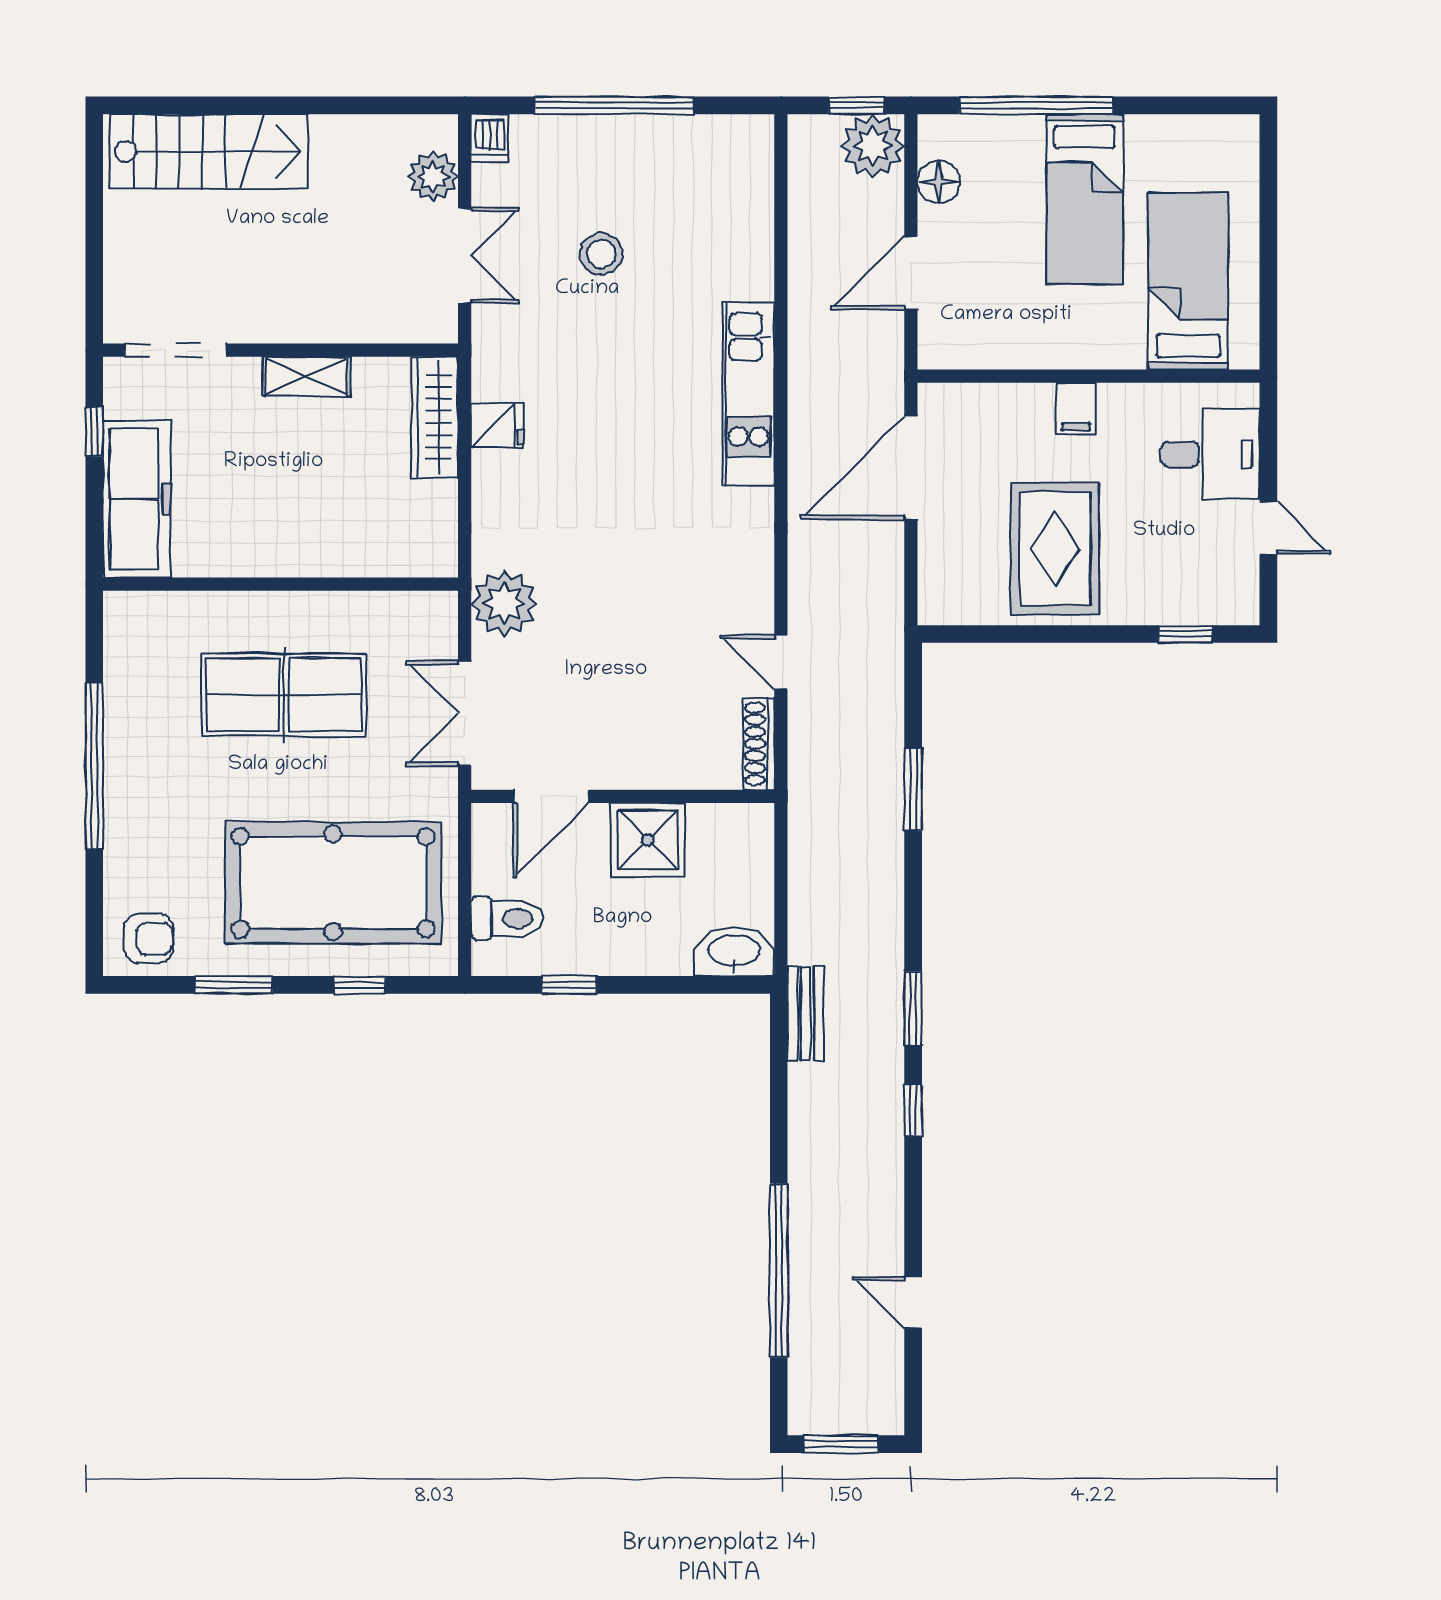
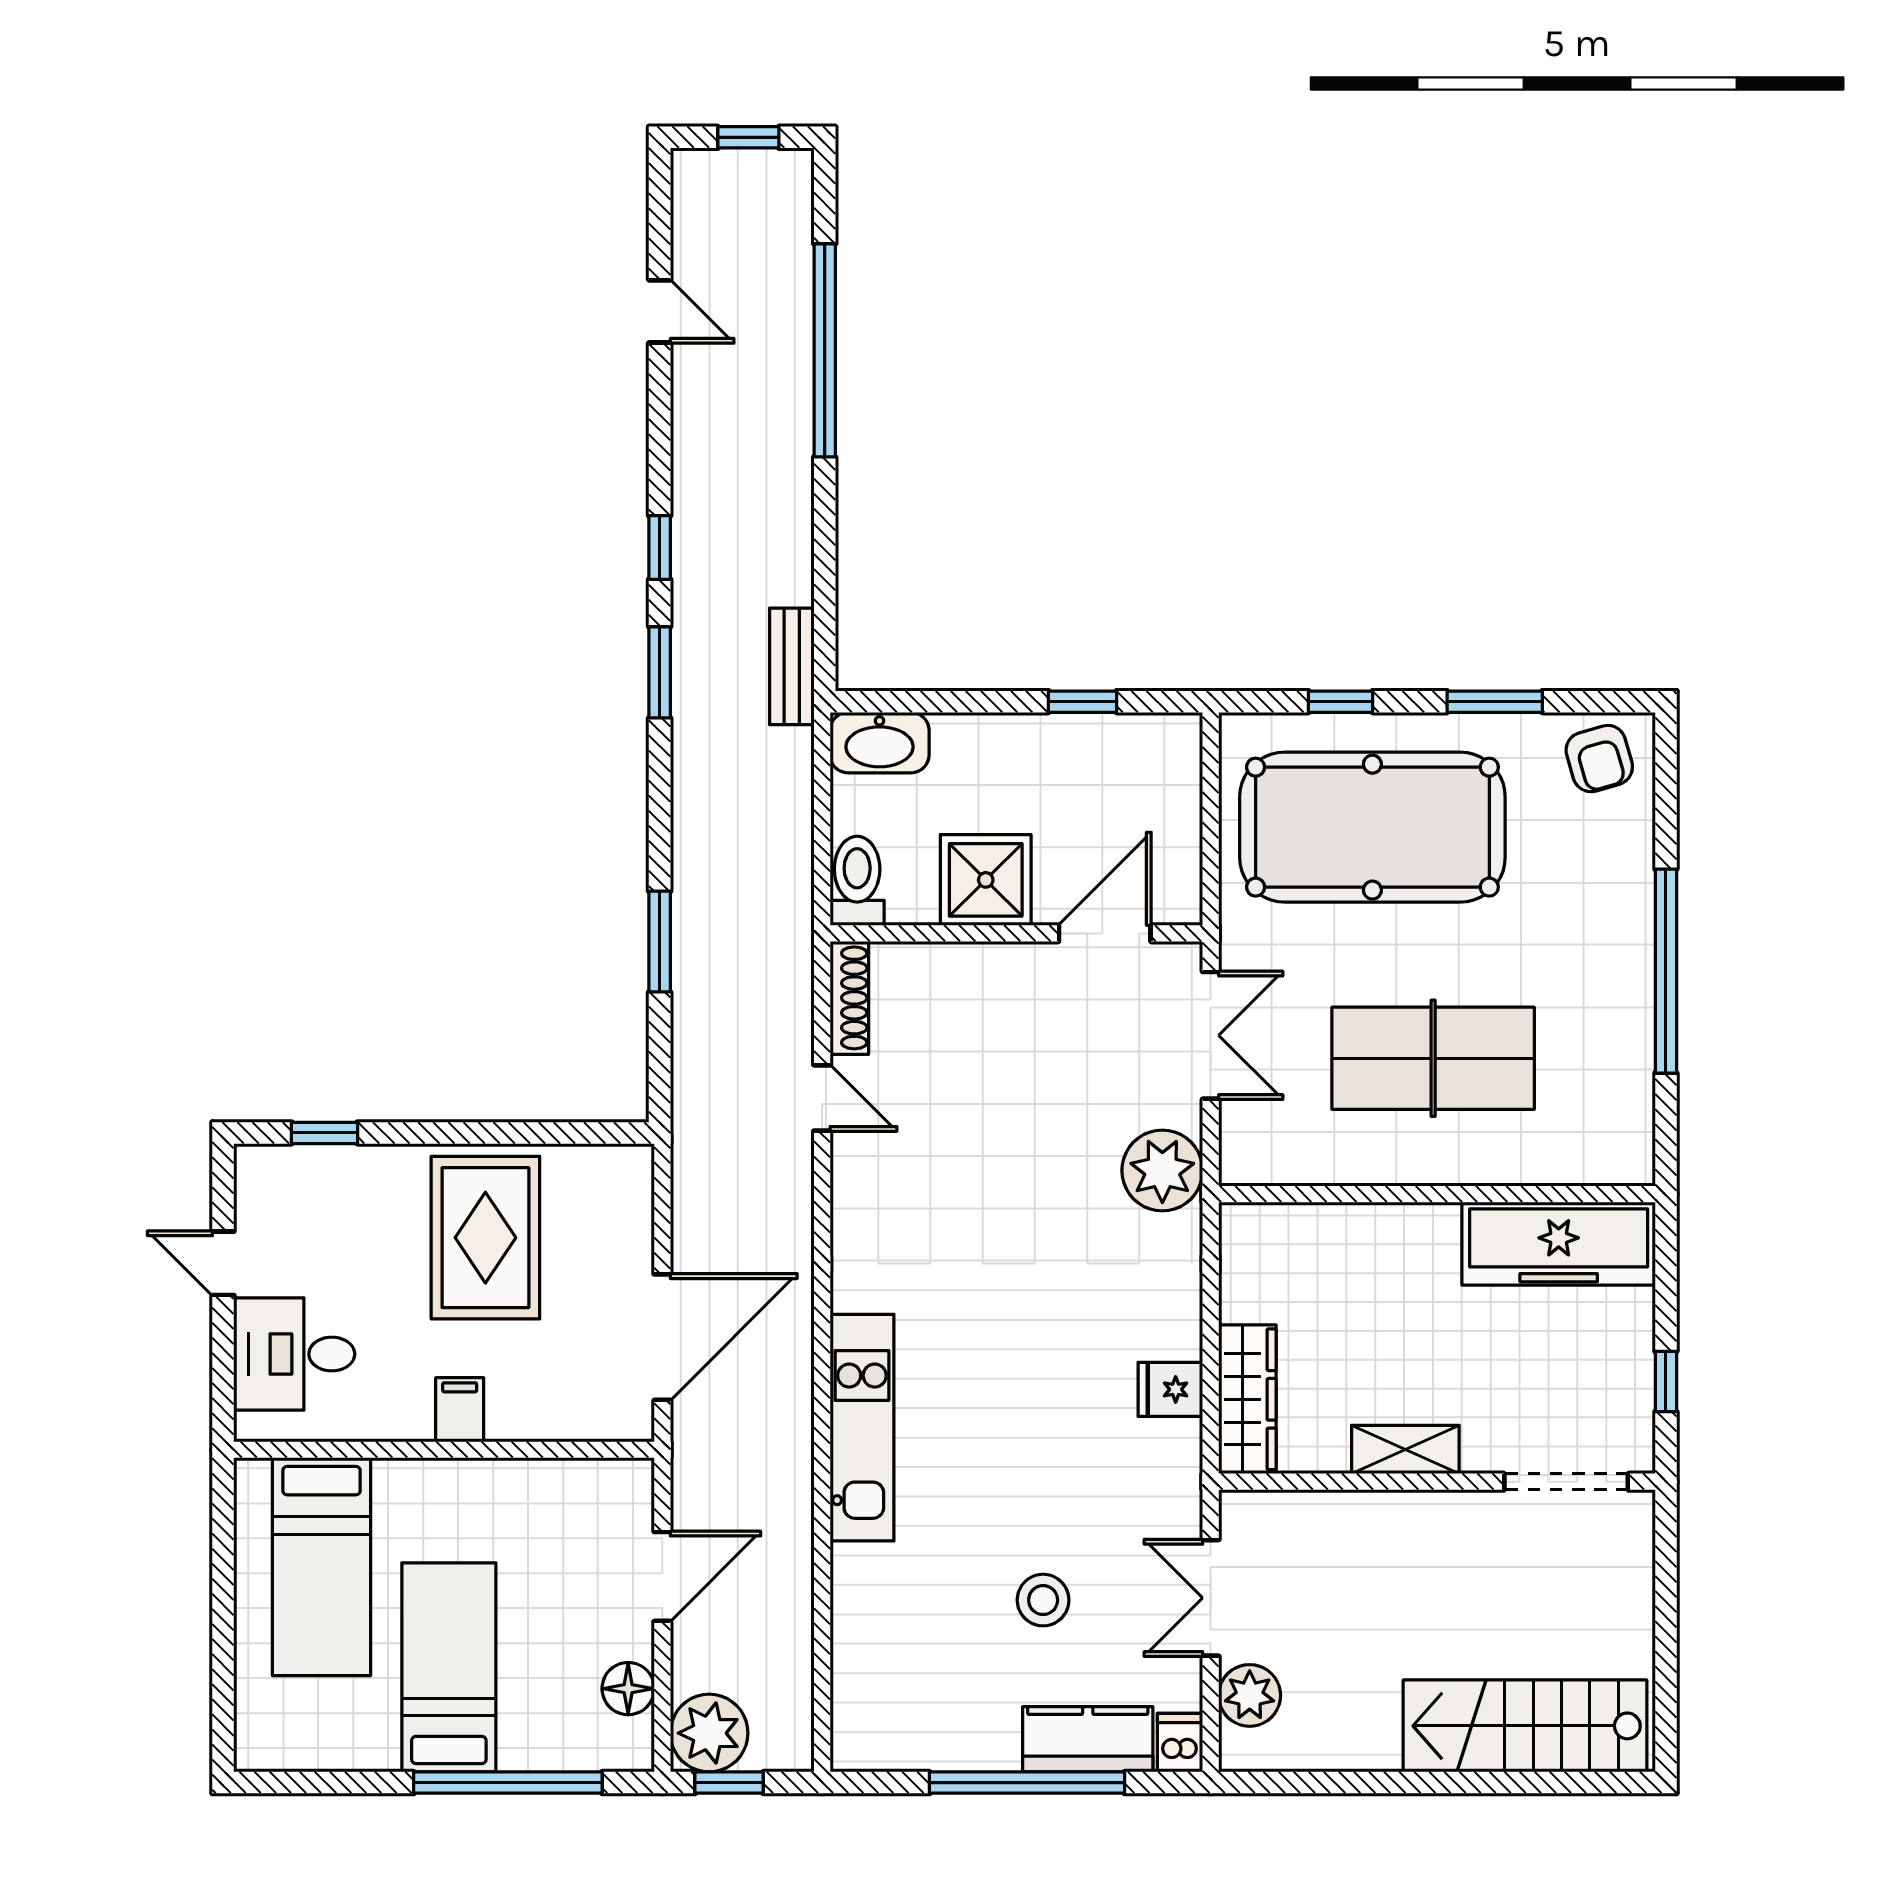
kitchen counter: (565, 141) -> (1088, 1739), added
freezer: (137, 499) -> (1559, 1244), moved, turned -90
toilet: (507, 918) -> (857, 881), moved, turned 90
armchair: (149, 939) -> (1599, 759), turned -106
window: (841, 1444) -> (748, 137), width x0.67

